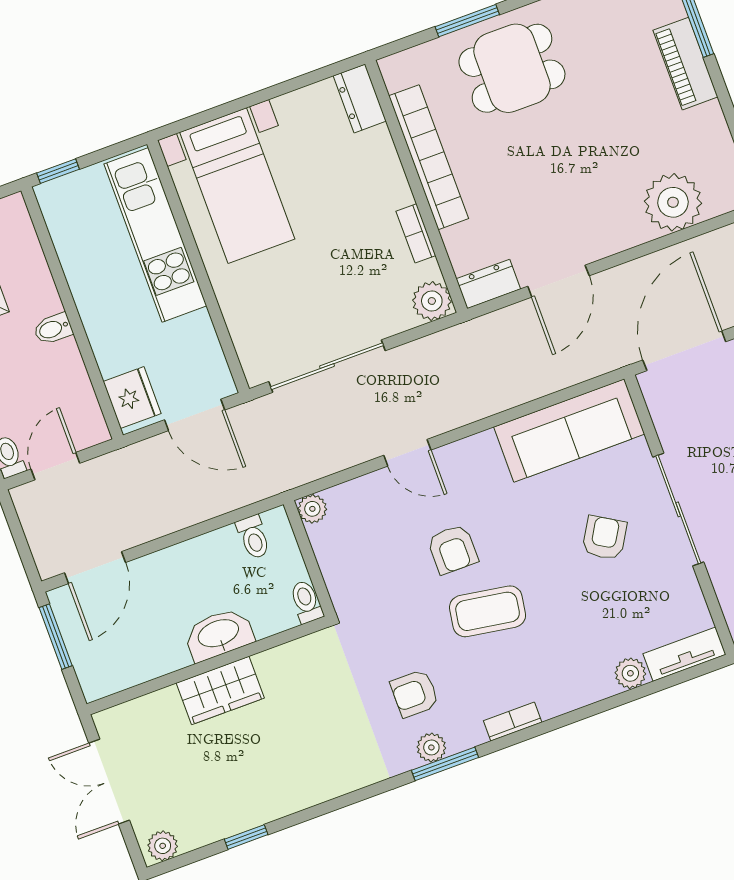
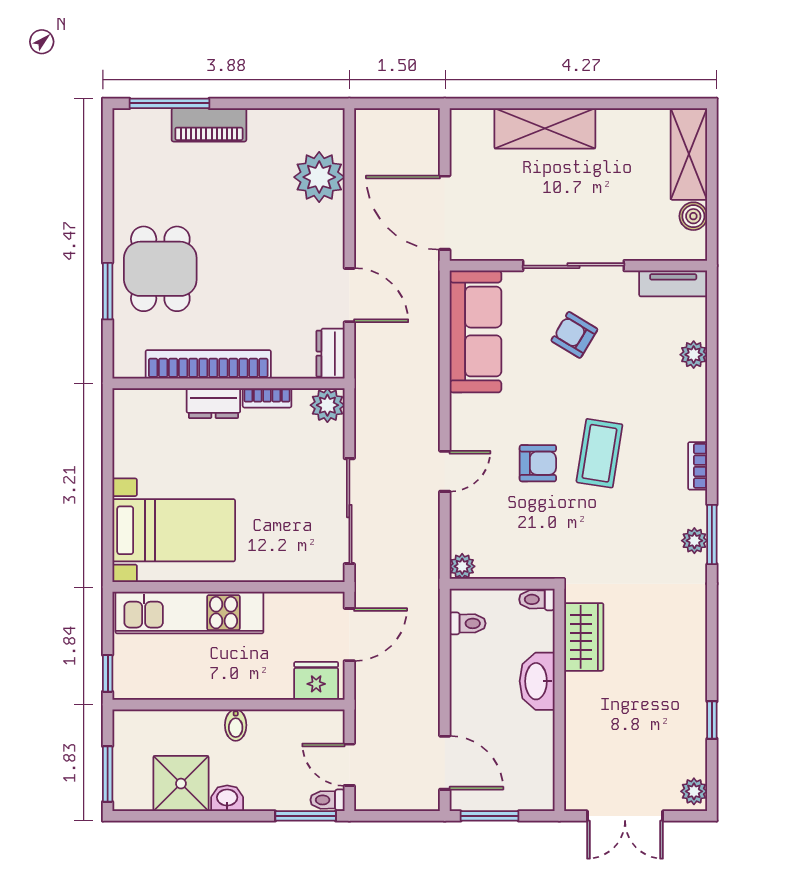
dresser: (360, 98) -> (213, 403), moved
tv unit: (684, 654) -> (673, 283), moved, turned -90
wardrobe: (220, 690) -> (584, 637), moved
armchair: (415, 693) -> (645, 538), removed

